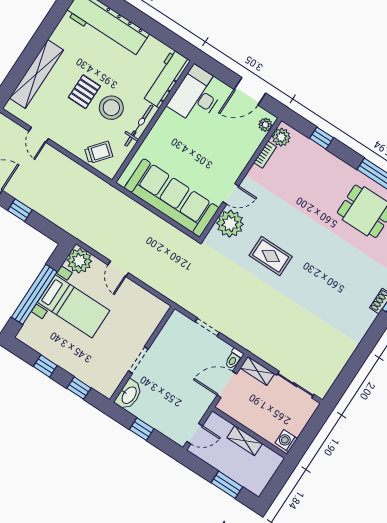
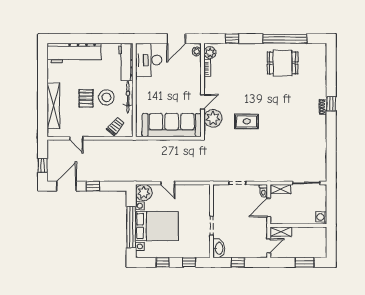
bed with nightstands: (74, 306) -> (157, 226), width x1.36
shelving: (245, 441) -> (281, 232), moved

